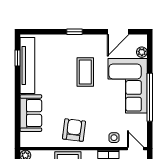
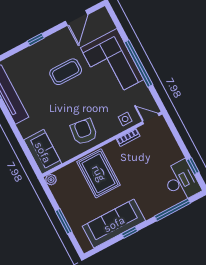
plant: (142, 52) -> (109, 25), removed
coffee table: (85, 72) -> (66, 72), turned 90
sofa: (31, 113) -> (43, 152), moved

